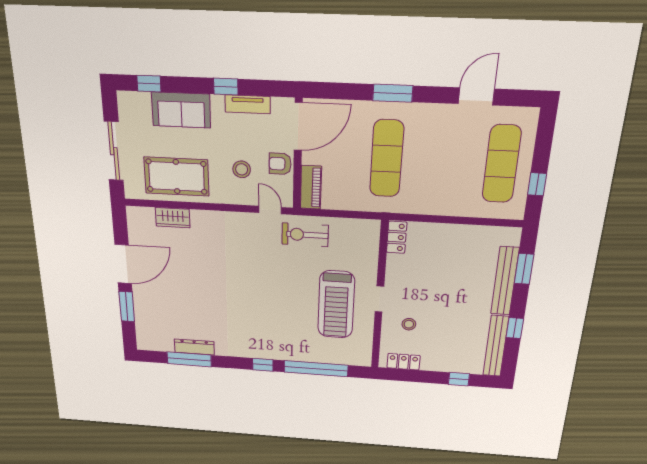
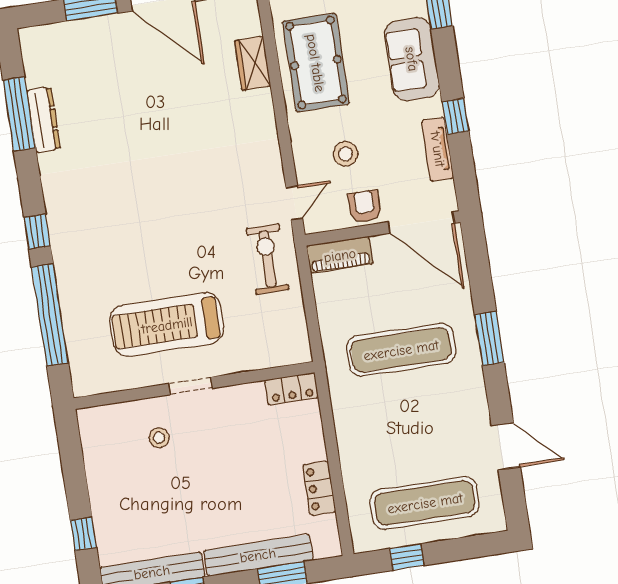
locker: (404, 362) -> (319, 488), moved, turned 180

